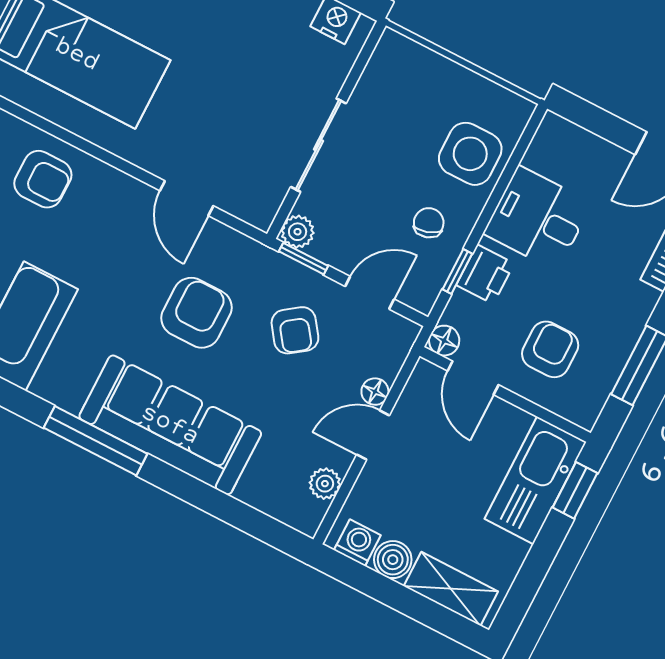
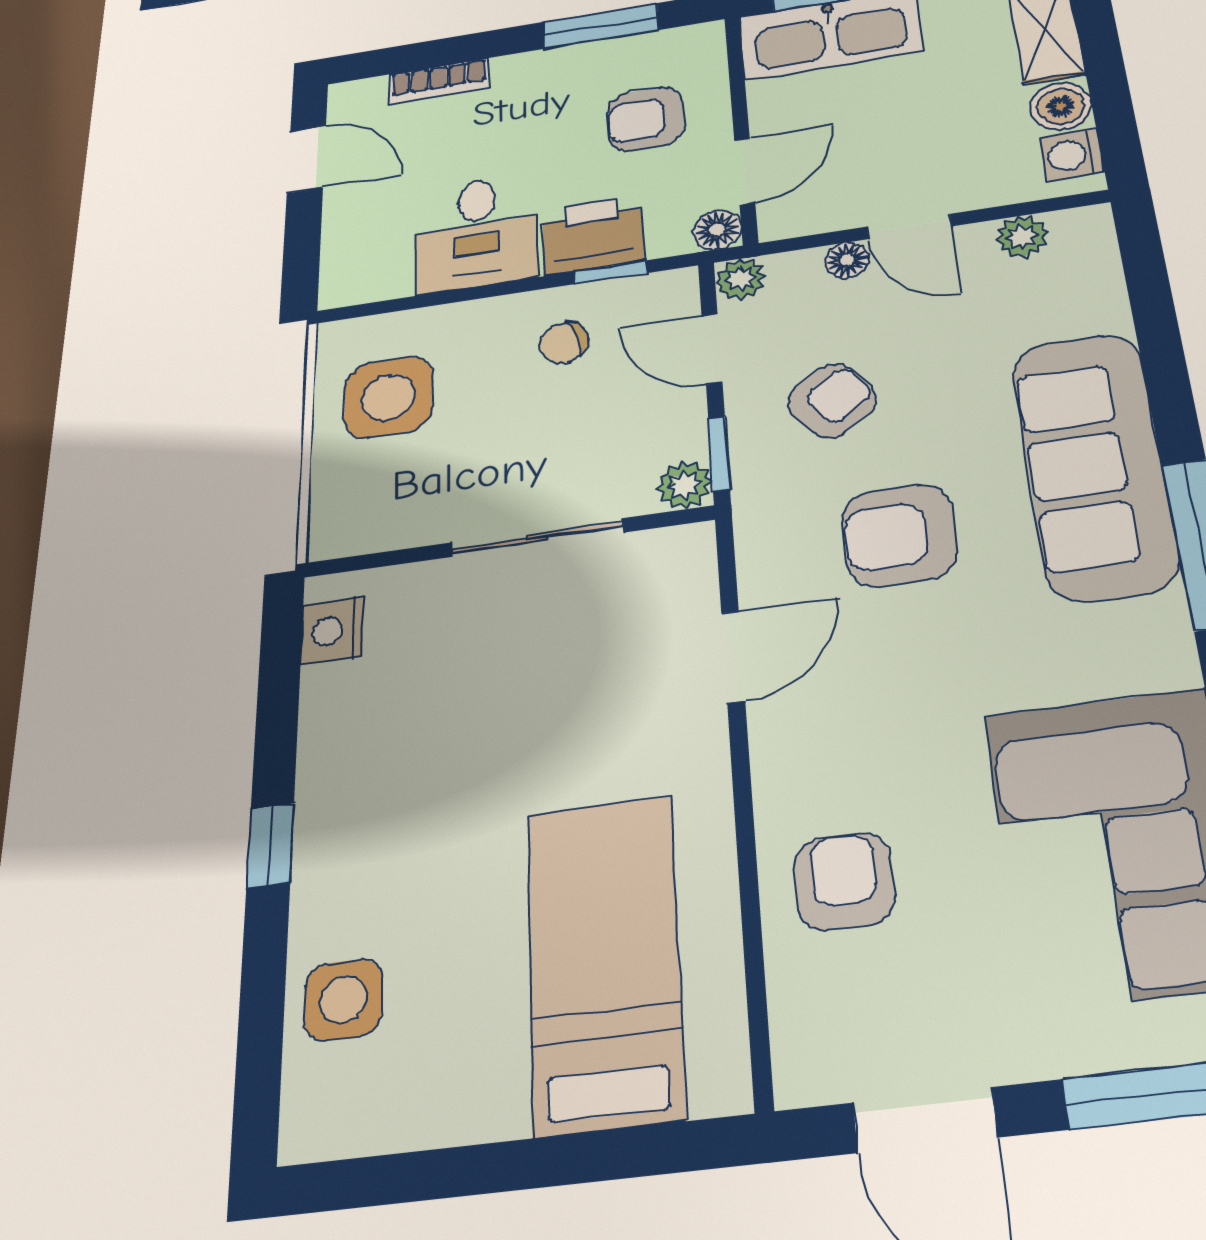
side table: (470, 154) -> (389, 397), moved
printer: (485, 274) -> (593, 235), width x1.36, depth x1.24
plant: (403, 333) -> (740, 279), added

